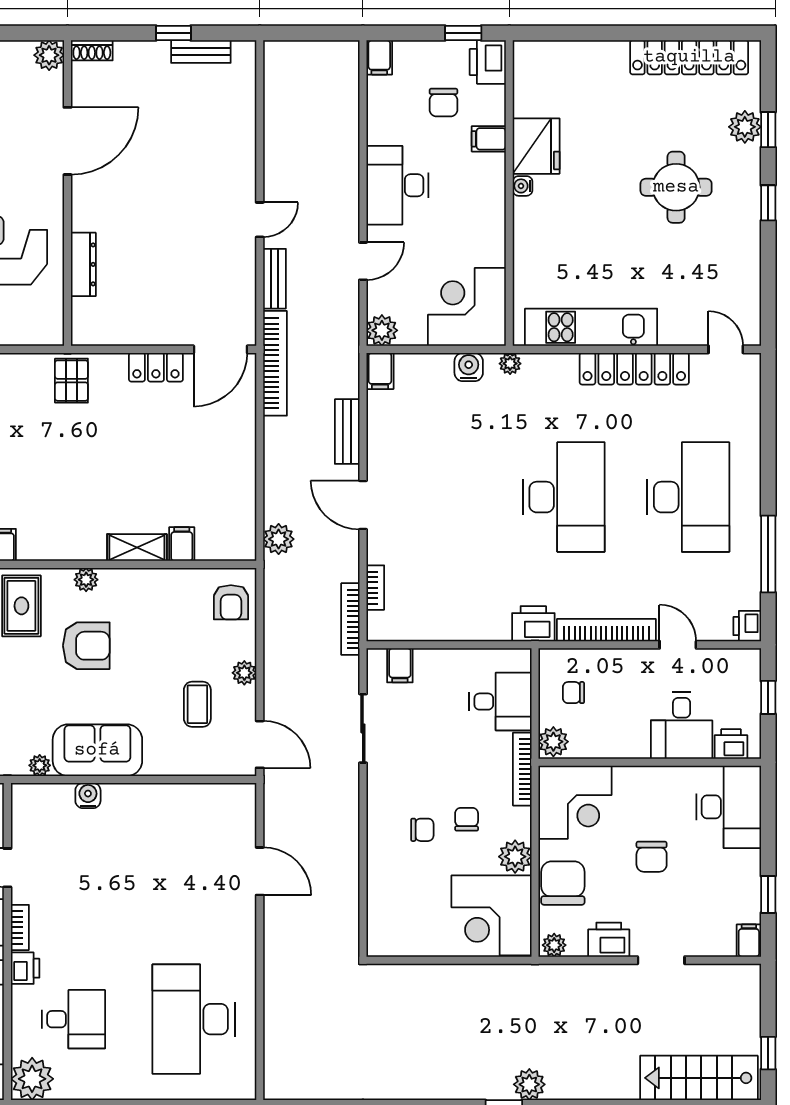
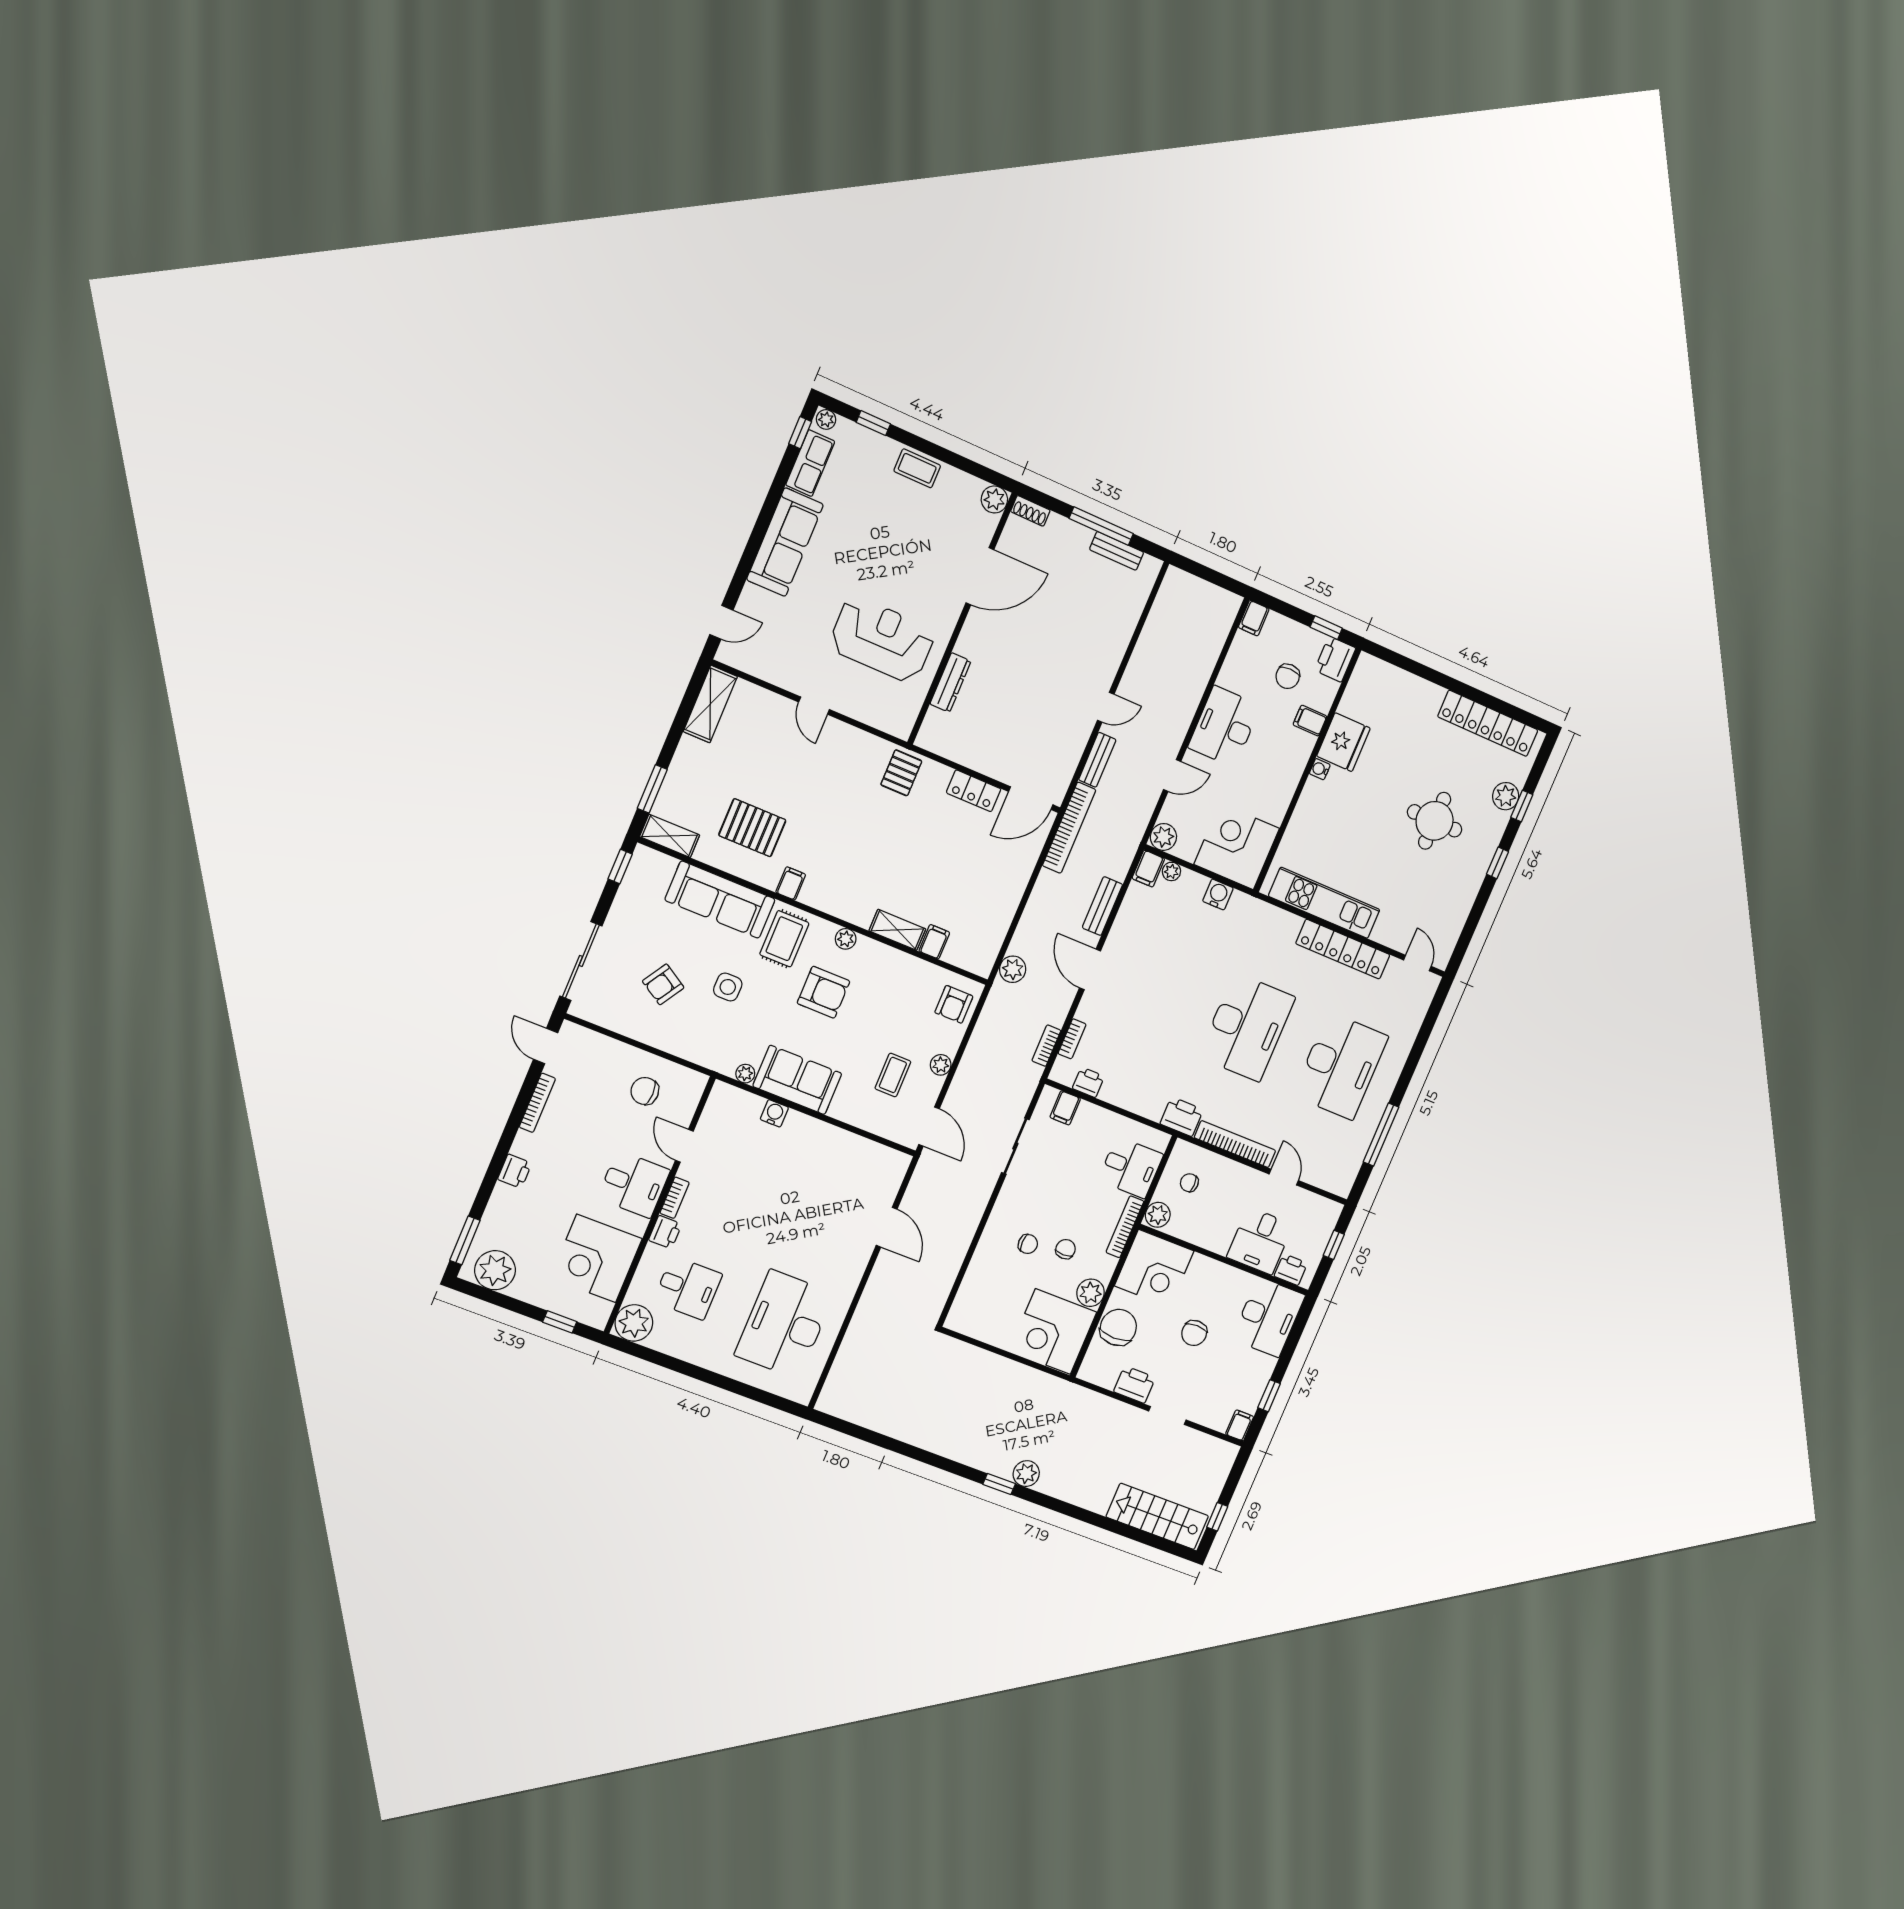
window: (173, 33) -> (1101, 526), width x2.17
plant: (510, 364) -> (1171, 871), moved
bookcase: (350, 619) -> (1046, 1046), width x0.64
printer: (747, 626) -> (1088, 1082), moved, turned 90
plant: (554, 945) -> (1091, 1373), removed

